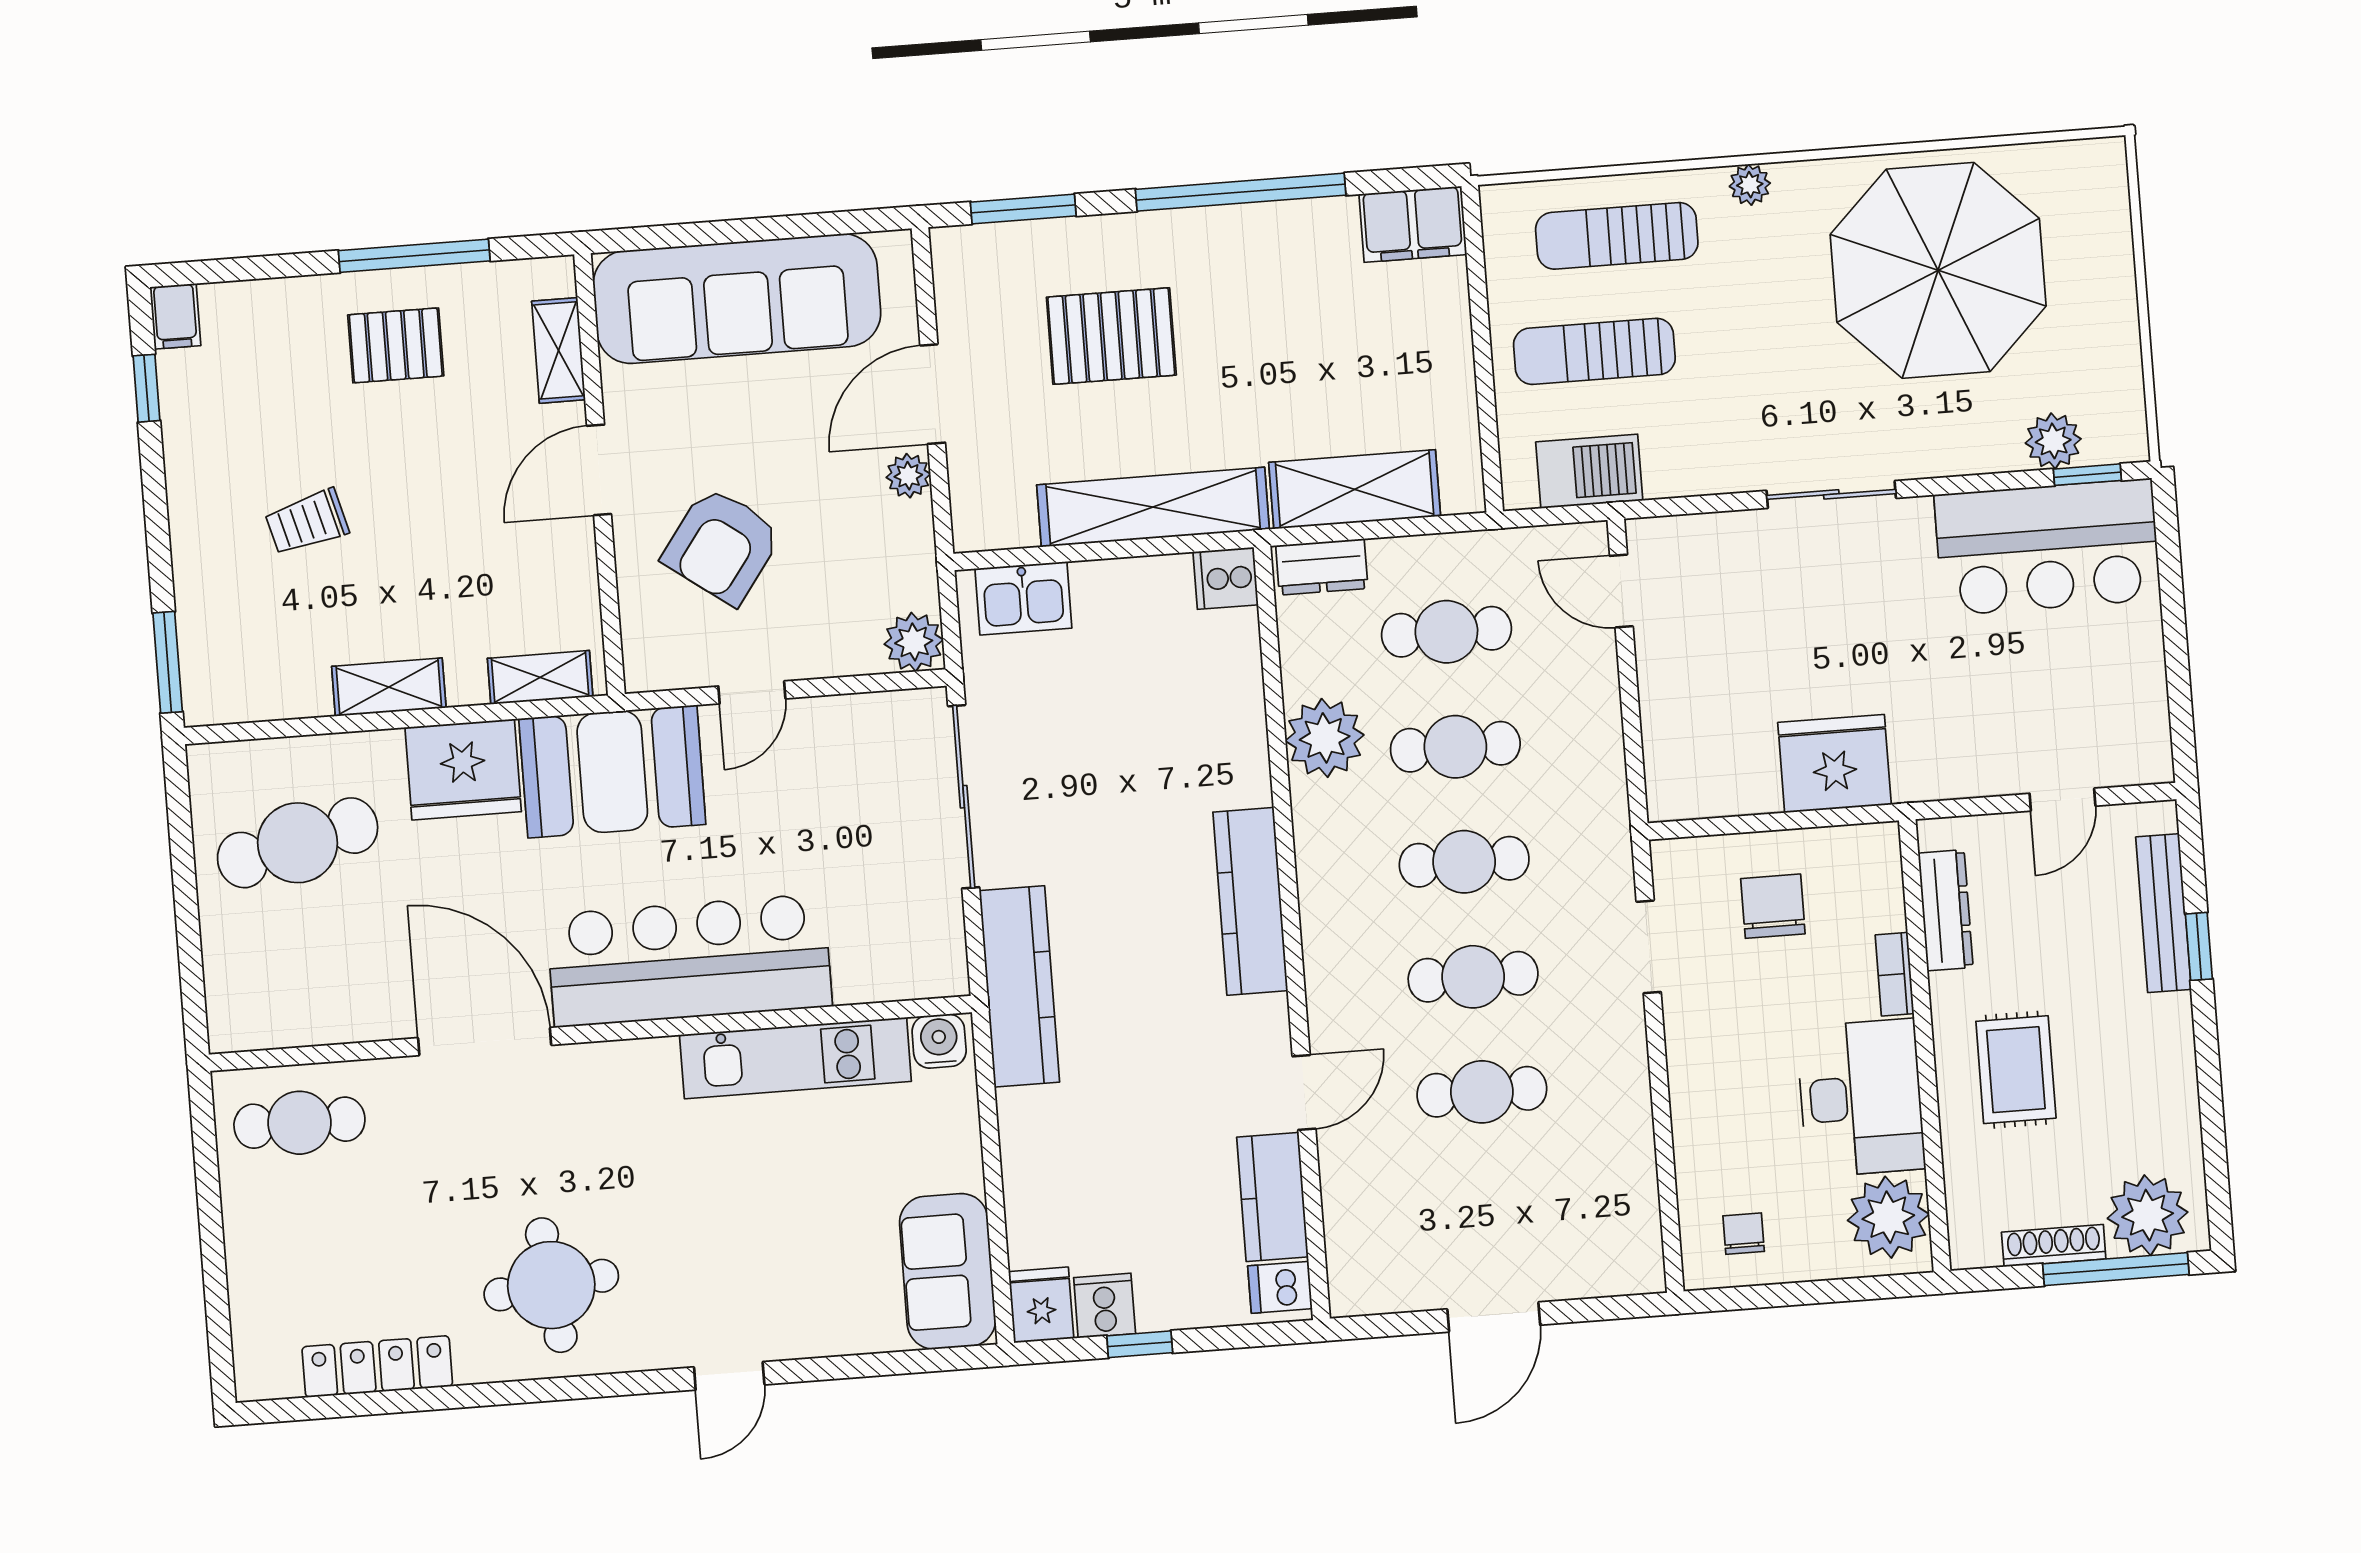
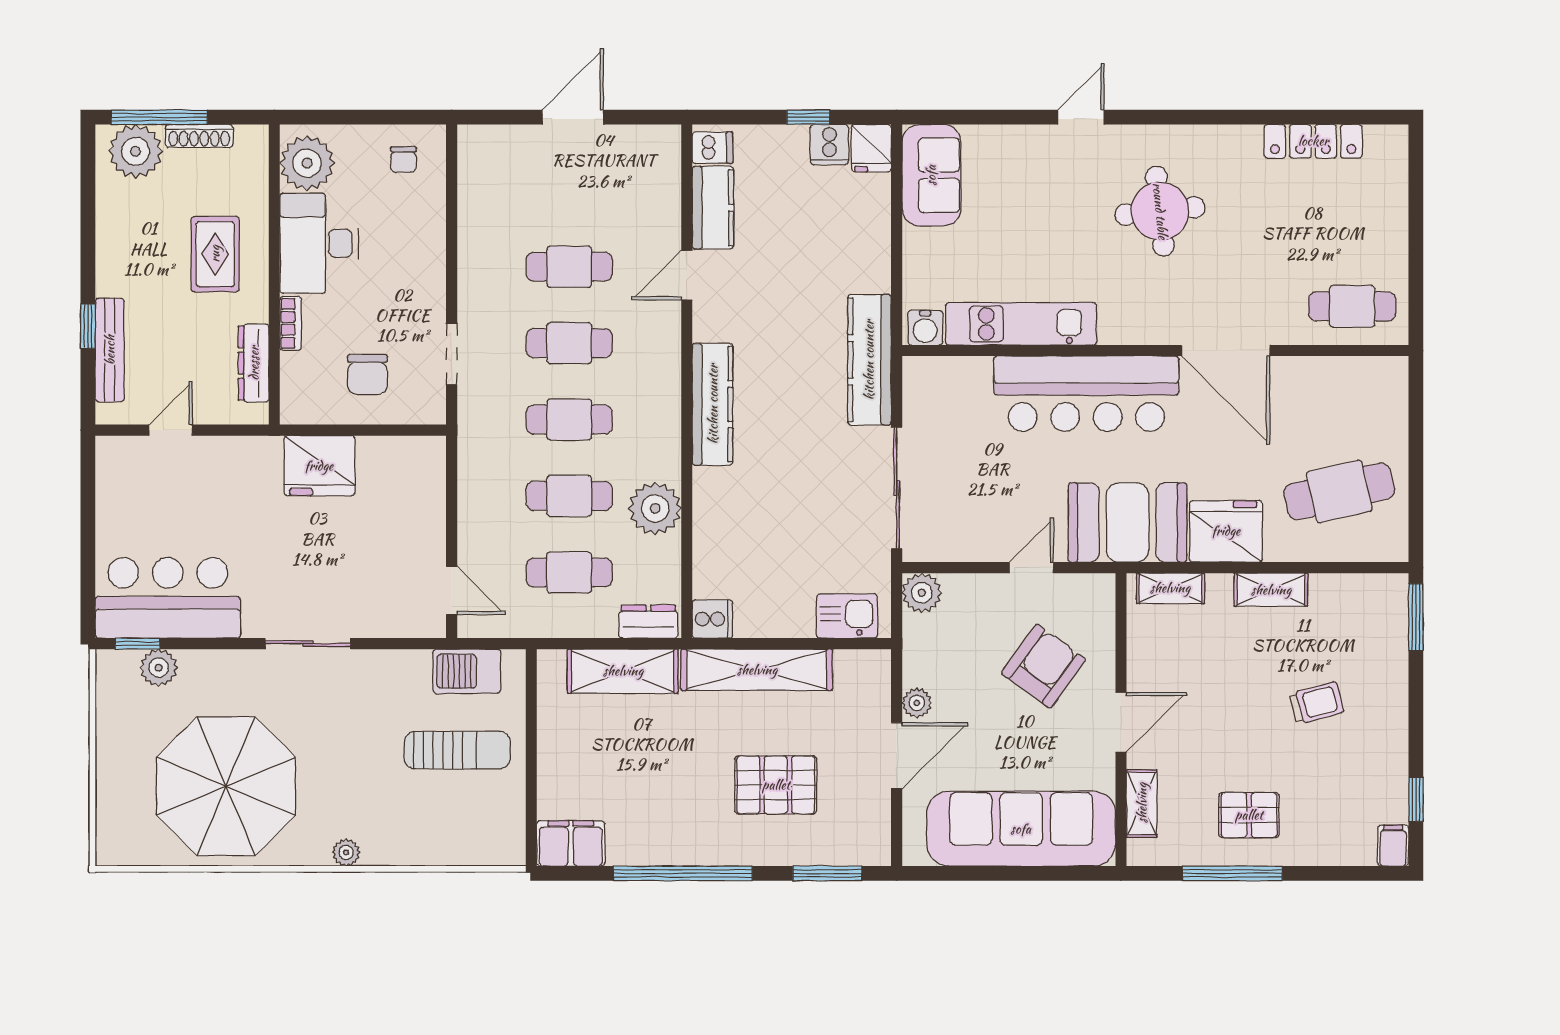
sun lounger: (1617, 236) -> (436, 825), removed
round table: (551, 1285) -> (1160, 211), moved

